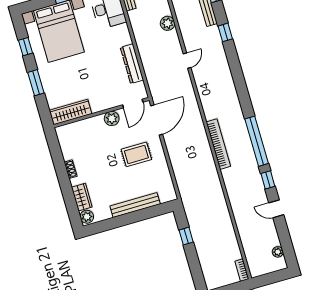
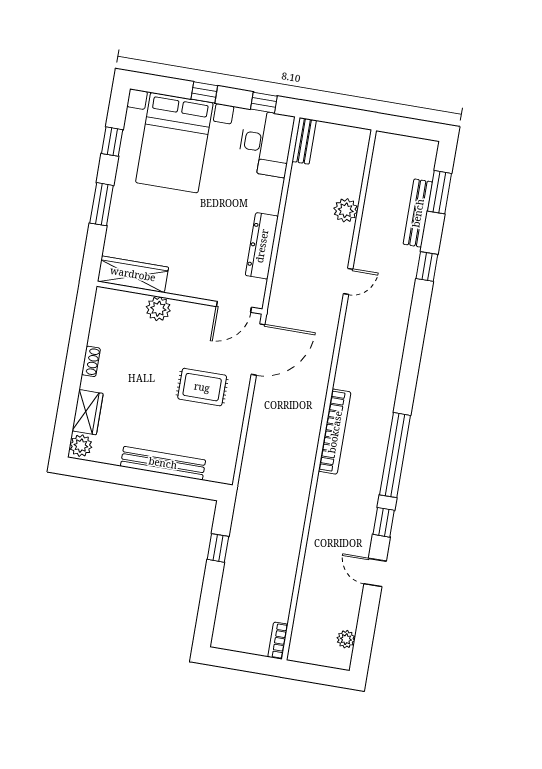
plant: (112, 118) -> (158, 309), moved

